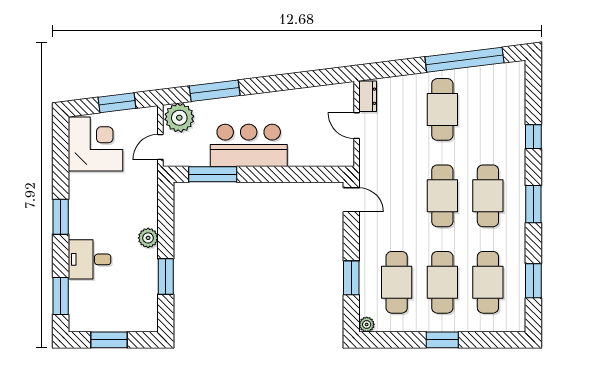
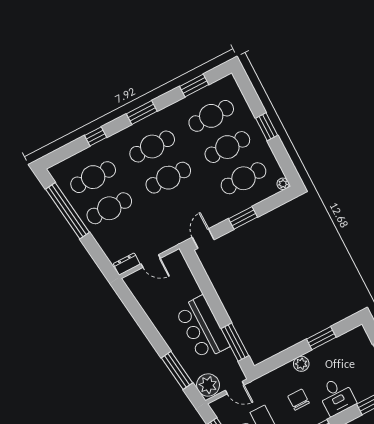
cafe table: (488, 109) -> (93, 177), added
door: (357, 126) -> (151, 261), hinge flipped
chair: (108, 213) -> (298, 400), added
window: (351, 278) -> (243, 218), moved

